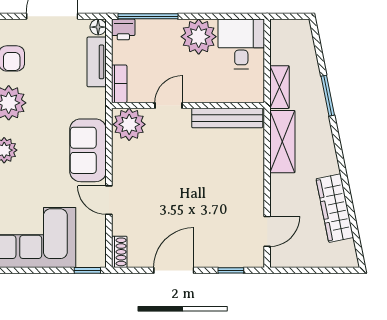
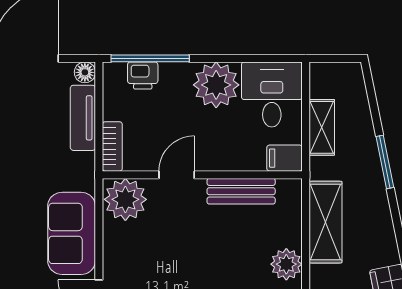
printer: (123, 29) -> (143, 75), moved
shelving: (279, 87) -> (322, 127), moved
filing cabinet: (251, 93) -> (285, 158), added
bench: (227, 118) -> (241, 191), width x0.73
plant: (252, 174) -> (286, 264), added

